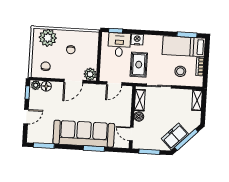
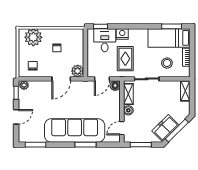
floor lamp: (46, 86) -> (115, 86), moved
door: (131, 134) -> (122, 128), hinge flipped

